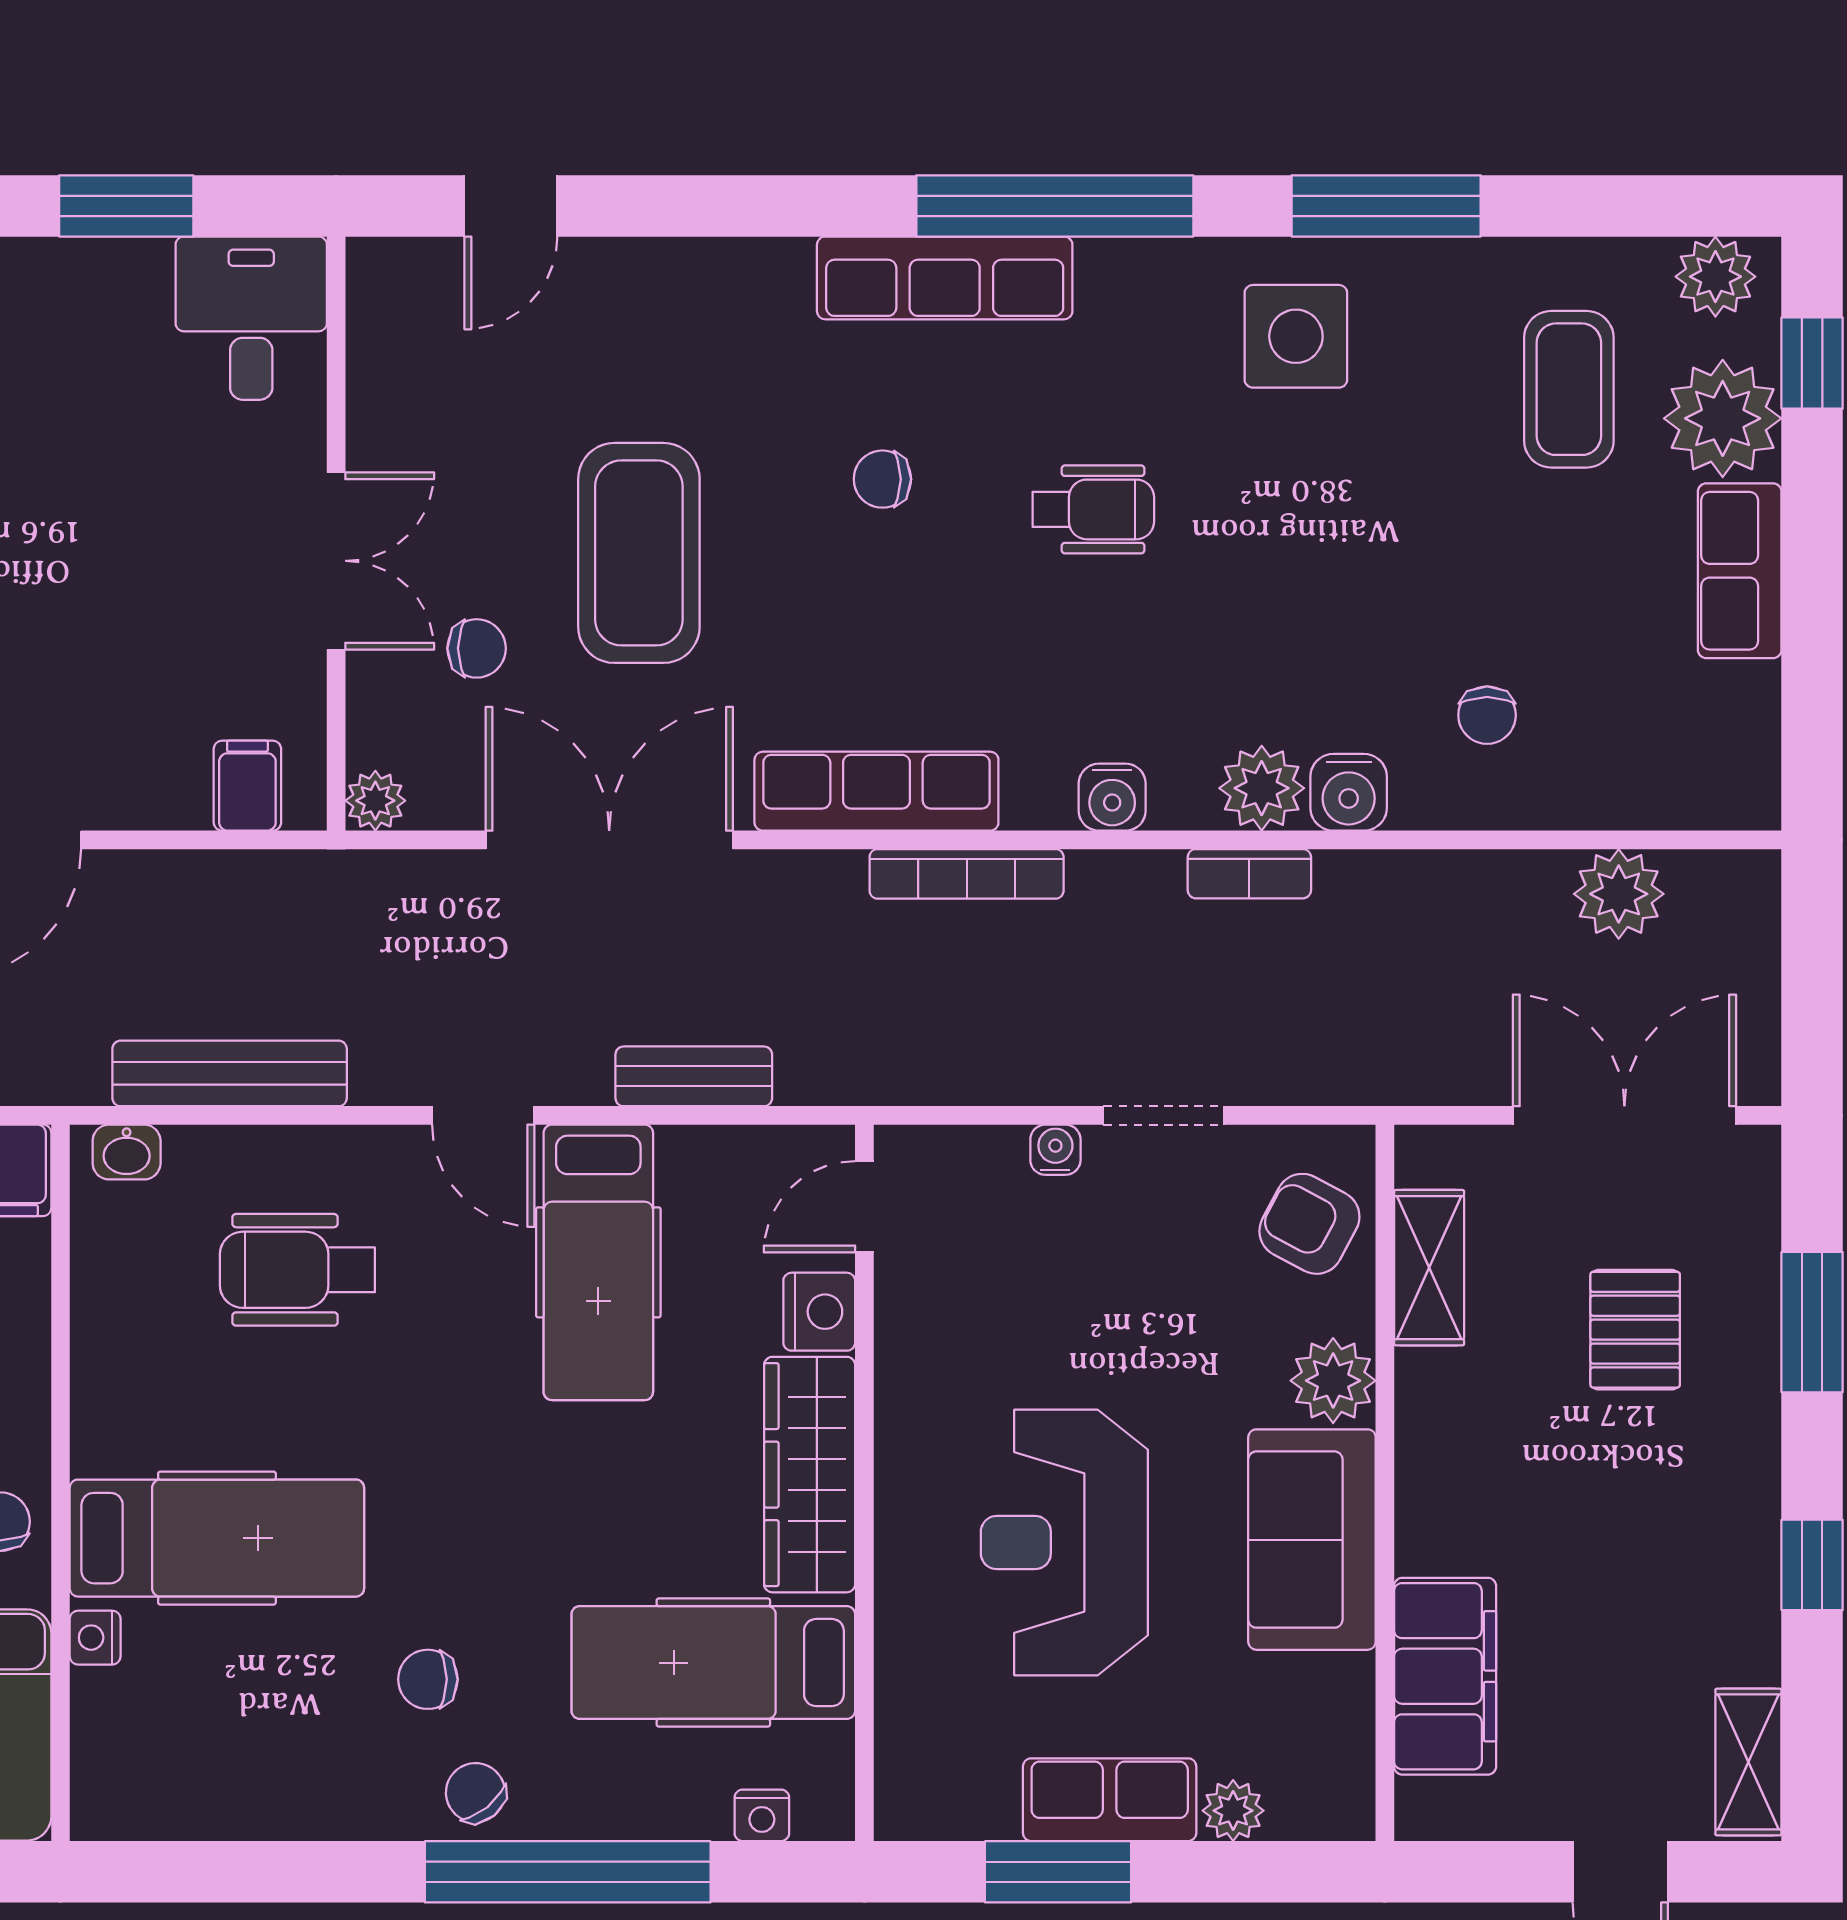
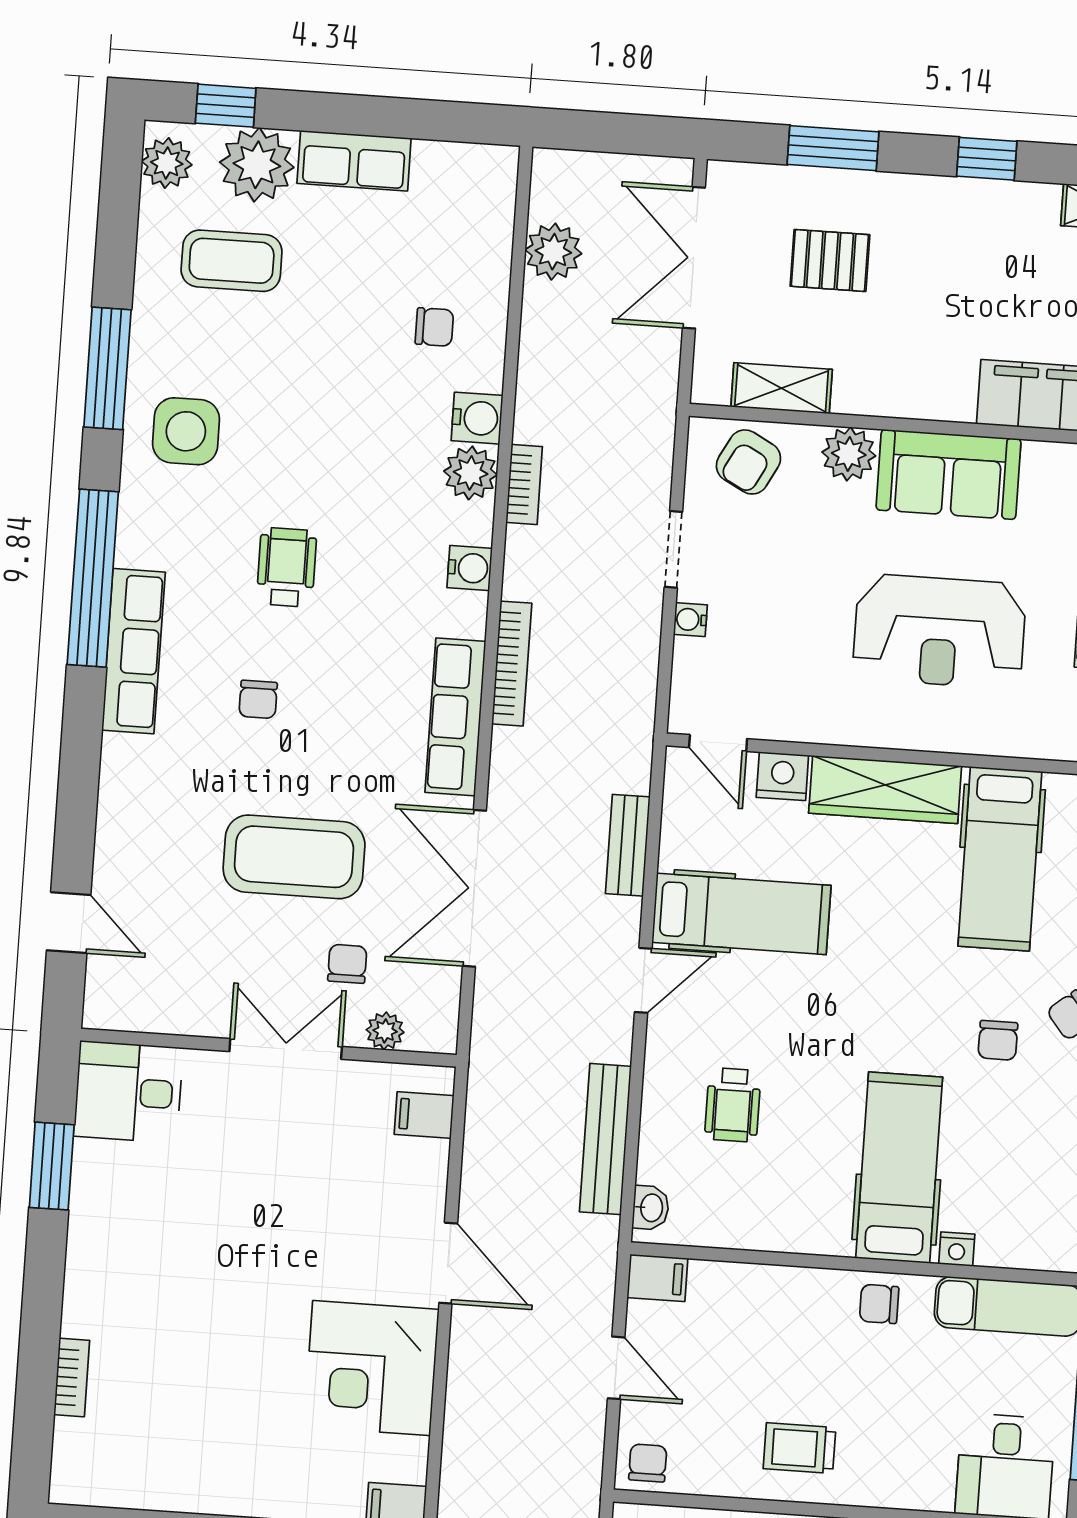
plant: (375, 801) -> (385, 1031), moved
wheelchair: (297, 1270) -> (733, 1105), width x0.73, depth x0.73

